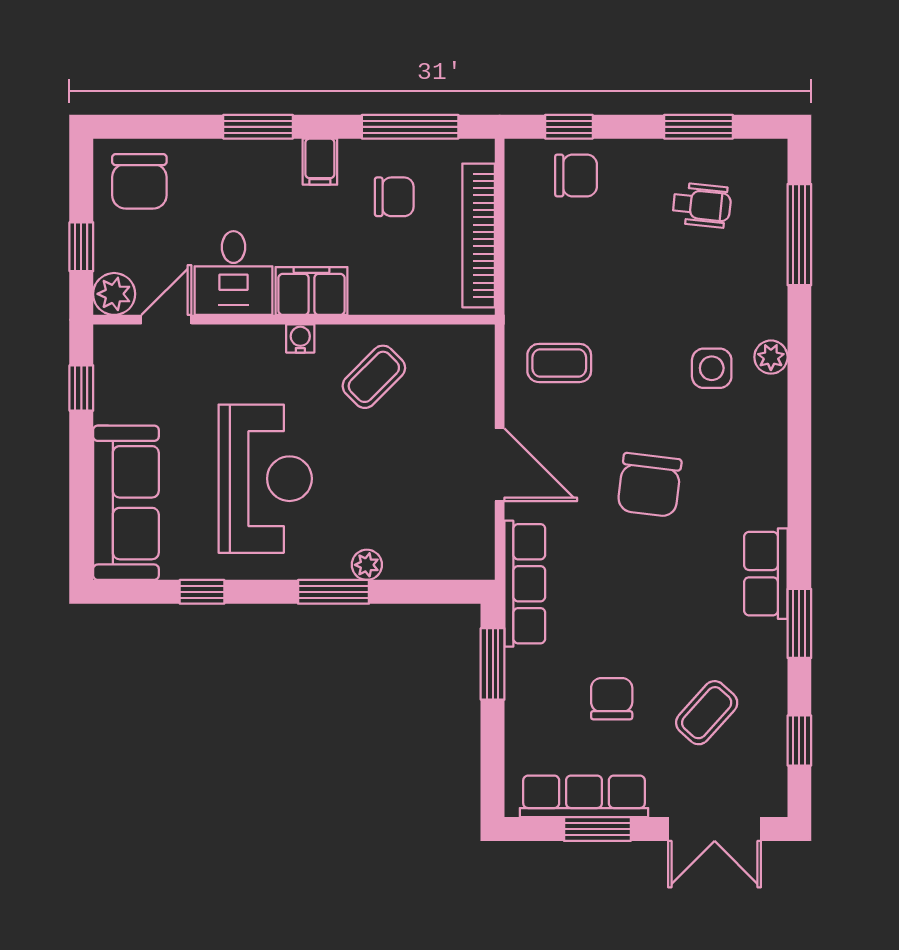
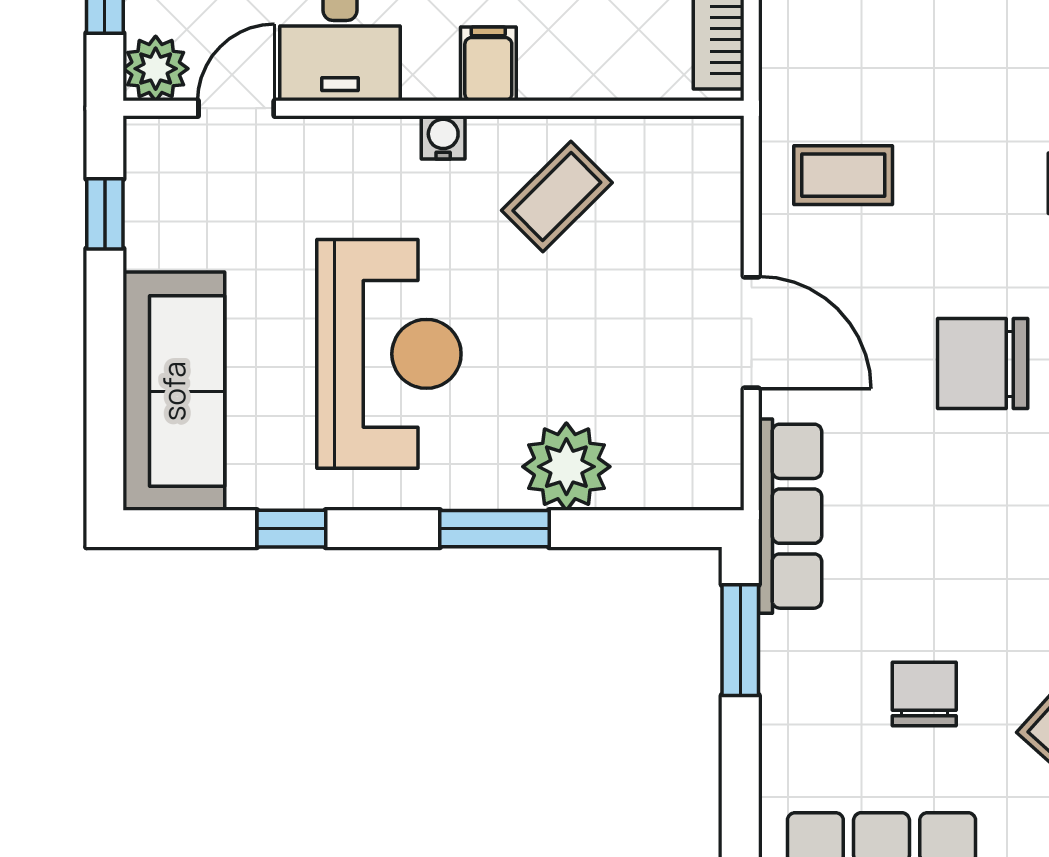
filing cabinet: (312, 291) -> (488, 64), width x0.50
chair: (649, 485) -> (983, 364), turned 83
plant: (367, 565) -> (566, 467), width x1.88, depth x1.88

